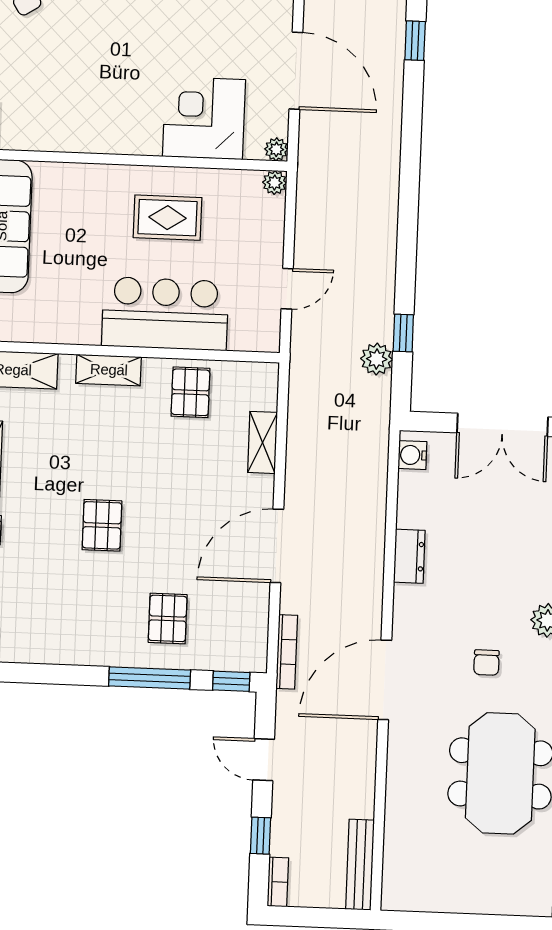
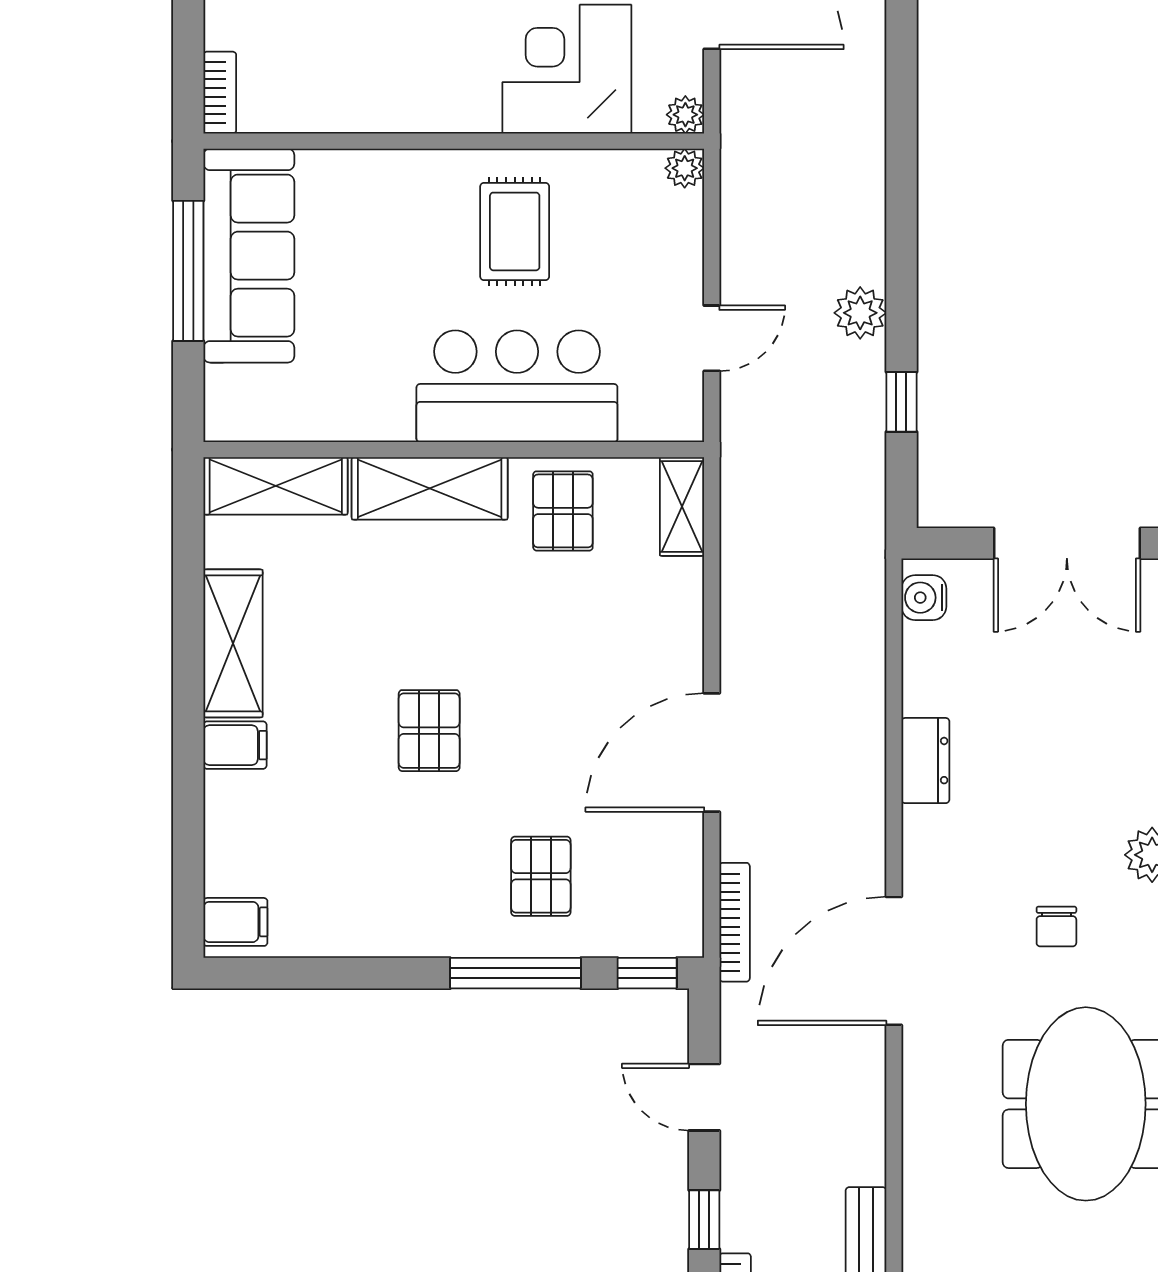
rug: (167, 218) -> (515, 231), turned 90
plant: (377, 359) -> (860, 313), moved
shelving: (109, 370) -> (430, 488), width x1.50, depth x1.33
shelving: (263, 442) -> (682, 507), moved

